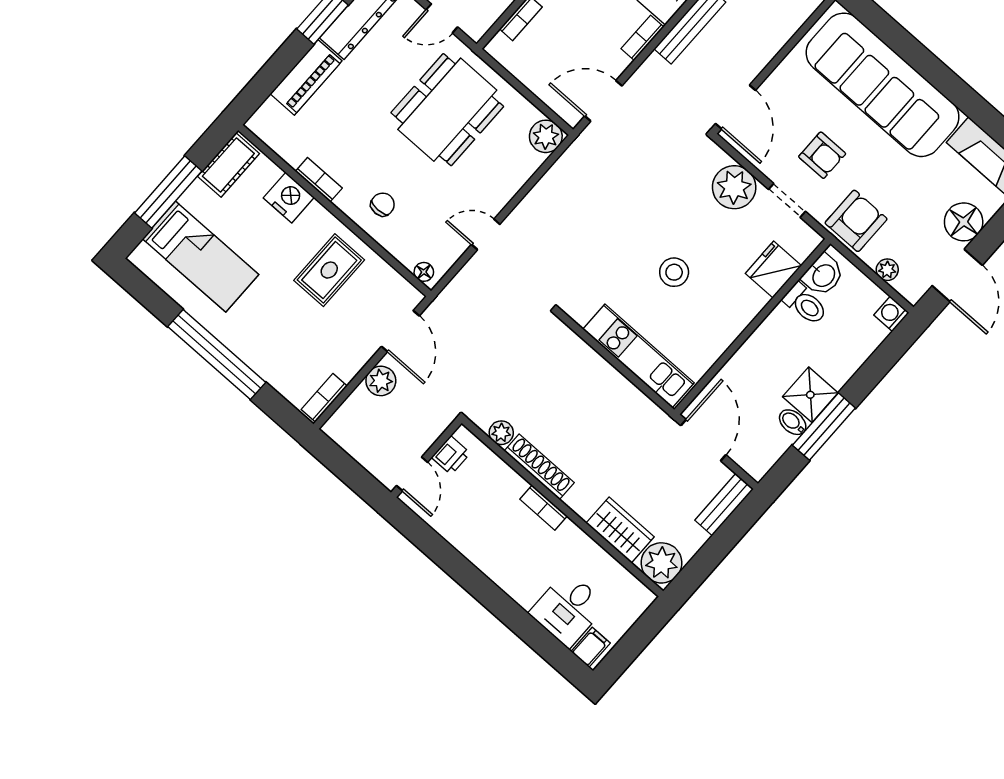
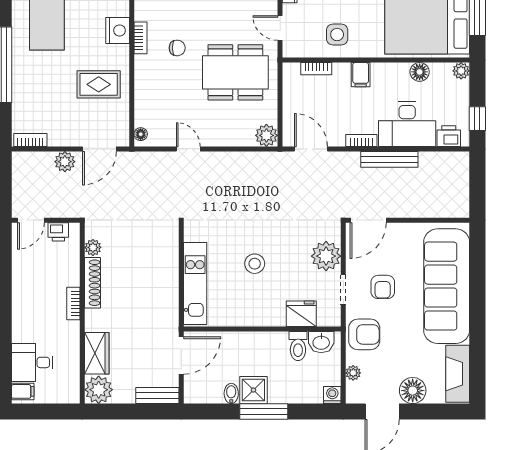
chair: (383, 204) -> (177, 48), moved
window: (824, 427) -> (264, 412), moved

